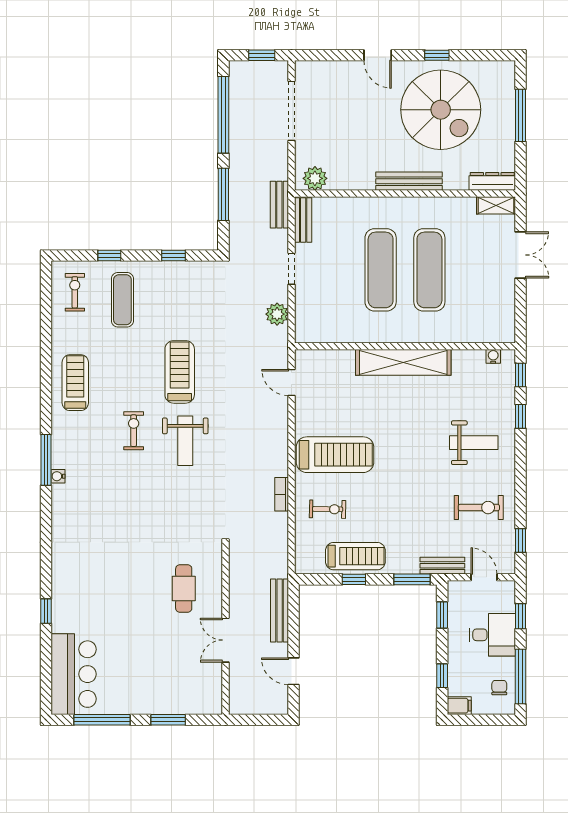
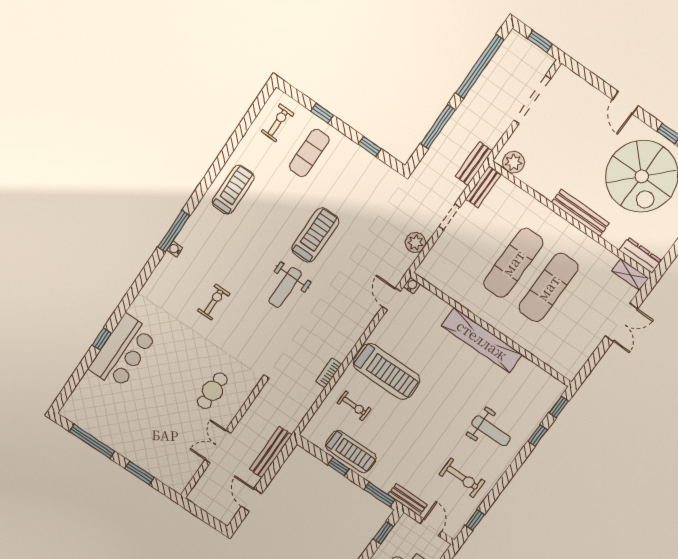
water cooler: (493, 356) -> (412, 285), moved
exercise bike: (134, 431) -> (214, 302), moved
bar counter: (74, 674) -> (123, 352), moved

